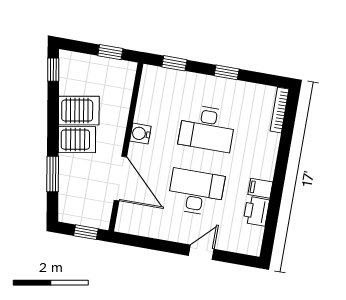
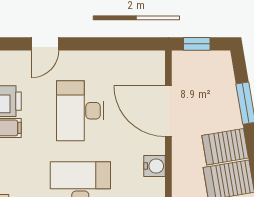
desk: (196, 192) -> (80, 111), turned 90
door: (201, 252) -> (45, 44), moved

